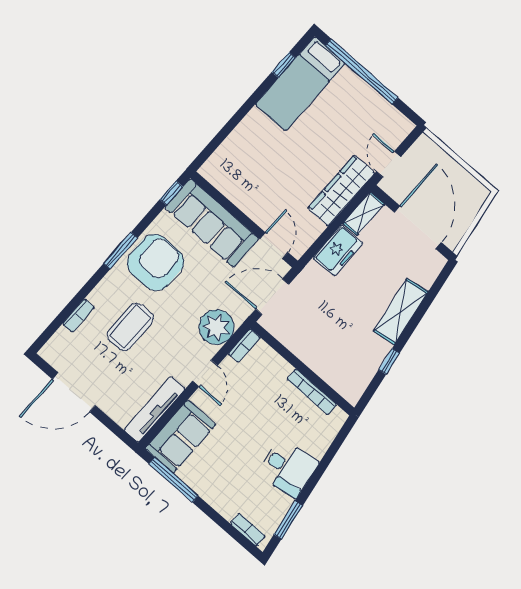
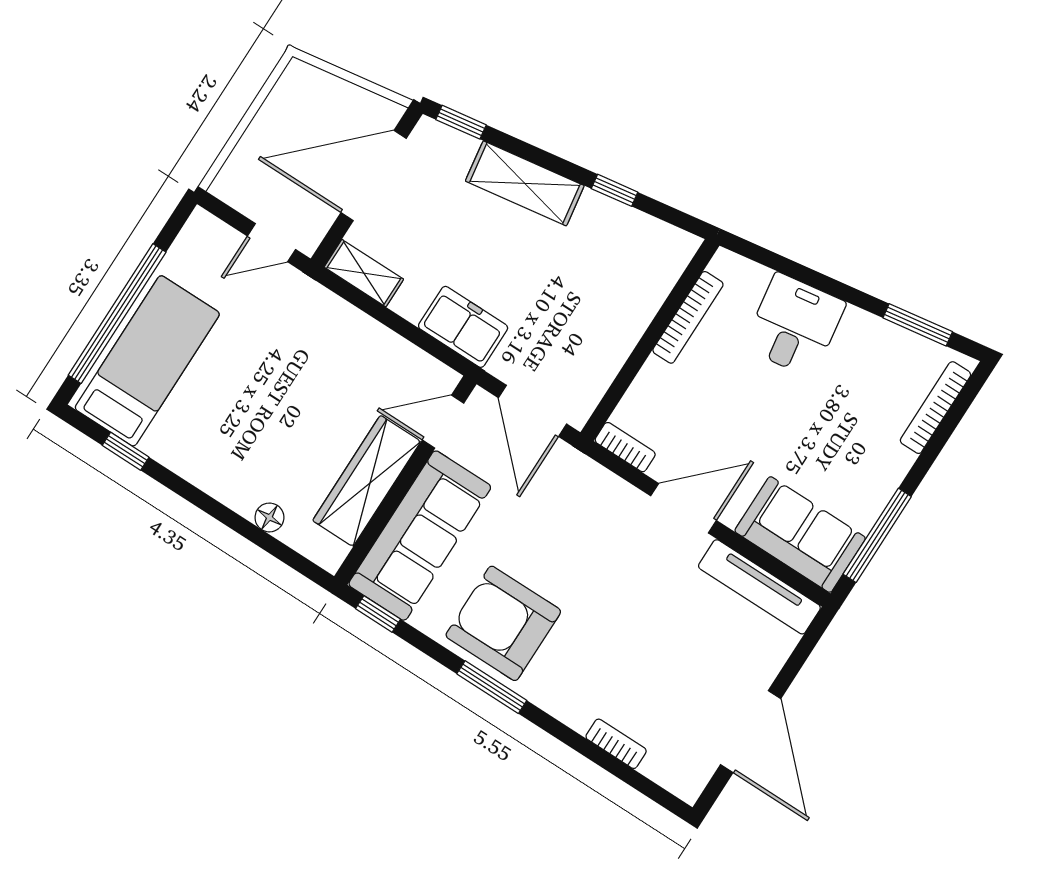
bed: (300, 84) -> (147, 361), moved, turned -90
floor lamp: (235, 140) -> (269, 517), added
wardrobe: (341, 190) -> (367, 481), moved, turned 90
freezer: (338, 250) -> (463, 327), moved
window: (440, 281) -> (461, 122), added
coffee table: (130, 327) -> (622, 650), removed
plant: (217, 327) -> (600, 500), removed
door: (205, 373) -> (683, 508), width x1.38
desk: (288, 468) -> (794, 325), moved
bookcase: (248, 530) -> (935, 408), width x1.56

